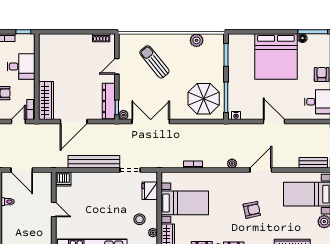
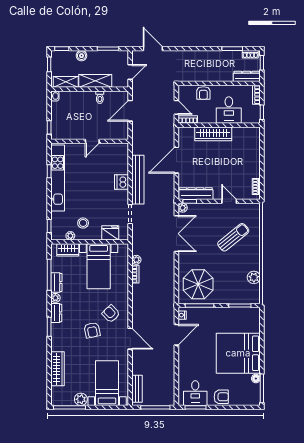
wardrobe: (46, 101) -> (213, 134), moved
door: (74, 122) -> (176, 160), hinge flipped
door: (274, 122) -> (176, 335), moved
plant: (232, 163) -> (136, 260), moved
dishwasher: (63, 179) -> (121, 182), moved
armchair: (235, 190) -> (111, 314), added

